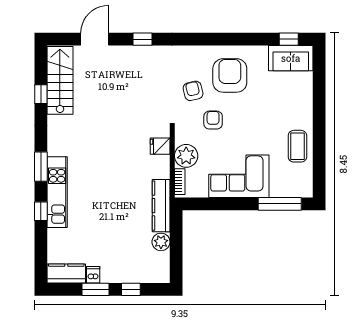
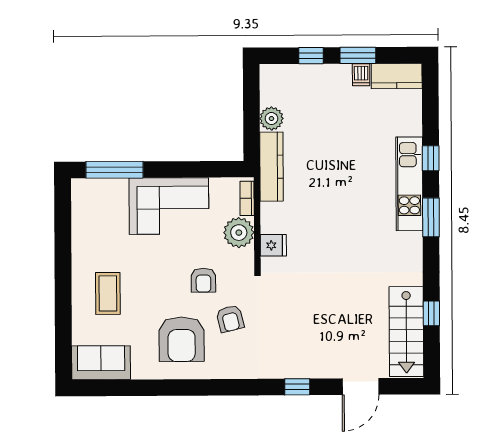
window: (289, 39) -> (104, 388), removed
coffee table: (297, 146) -> (108, 293), moved

